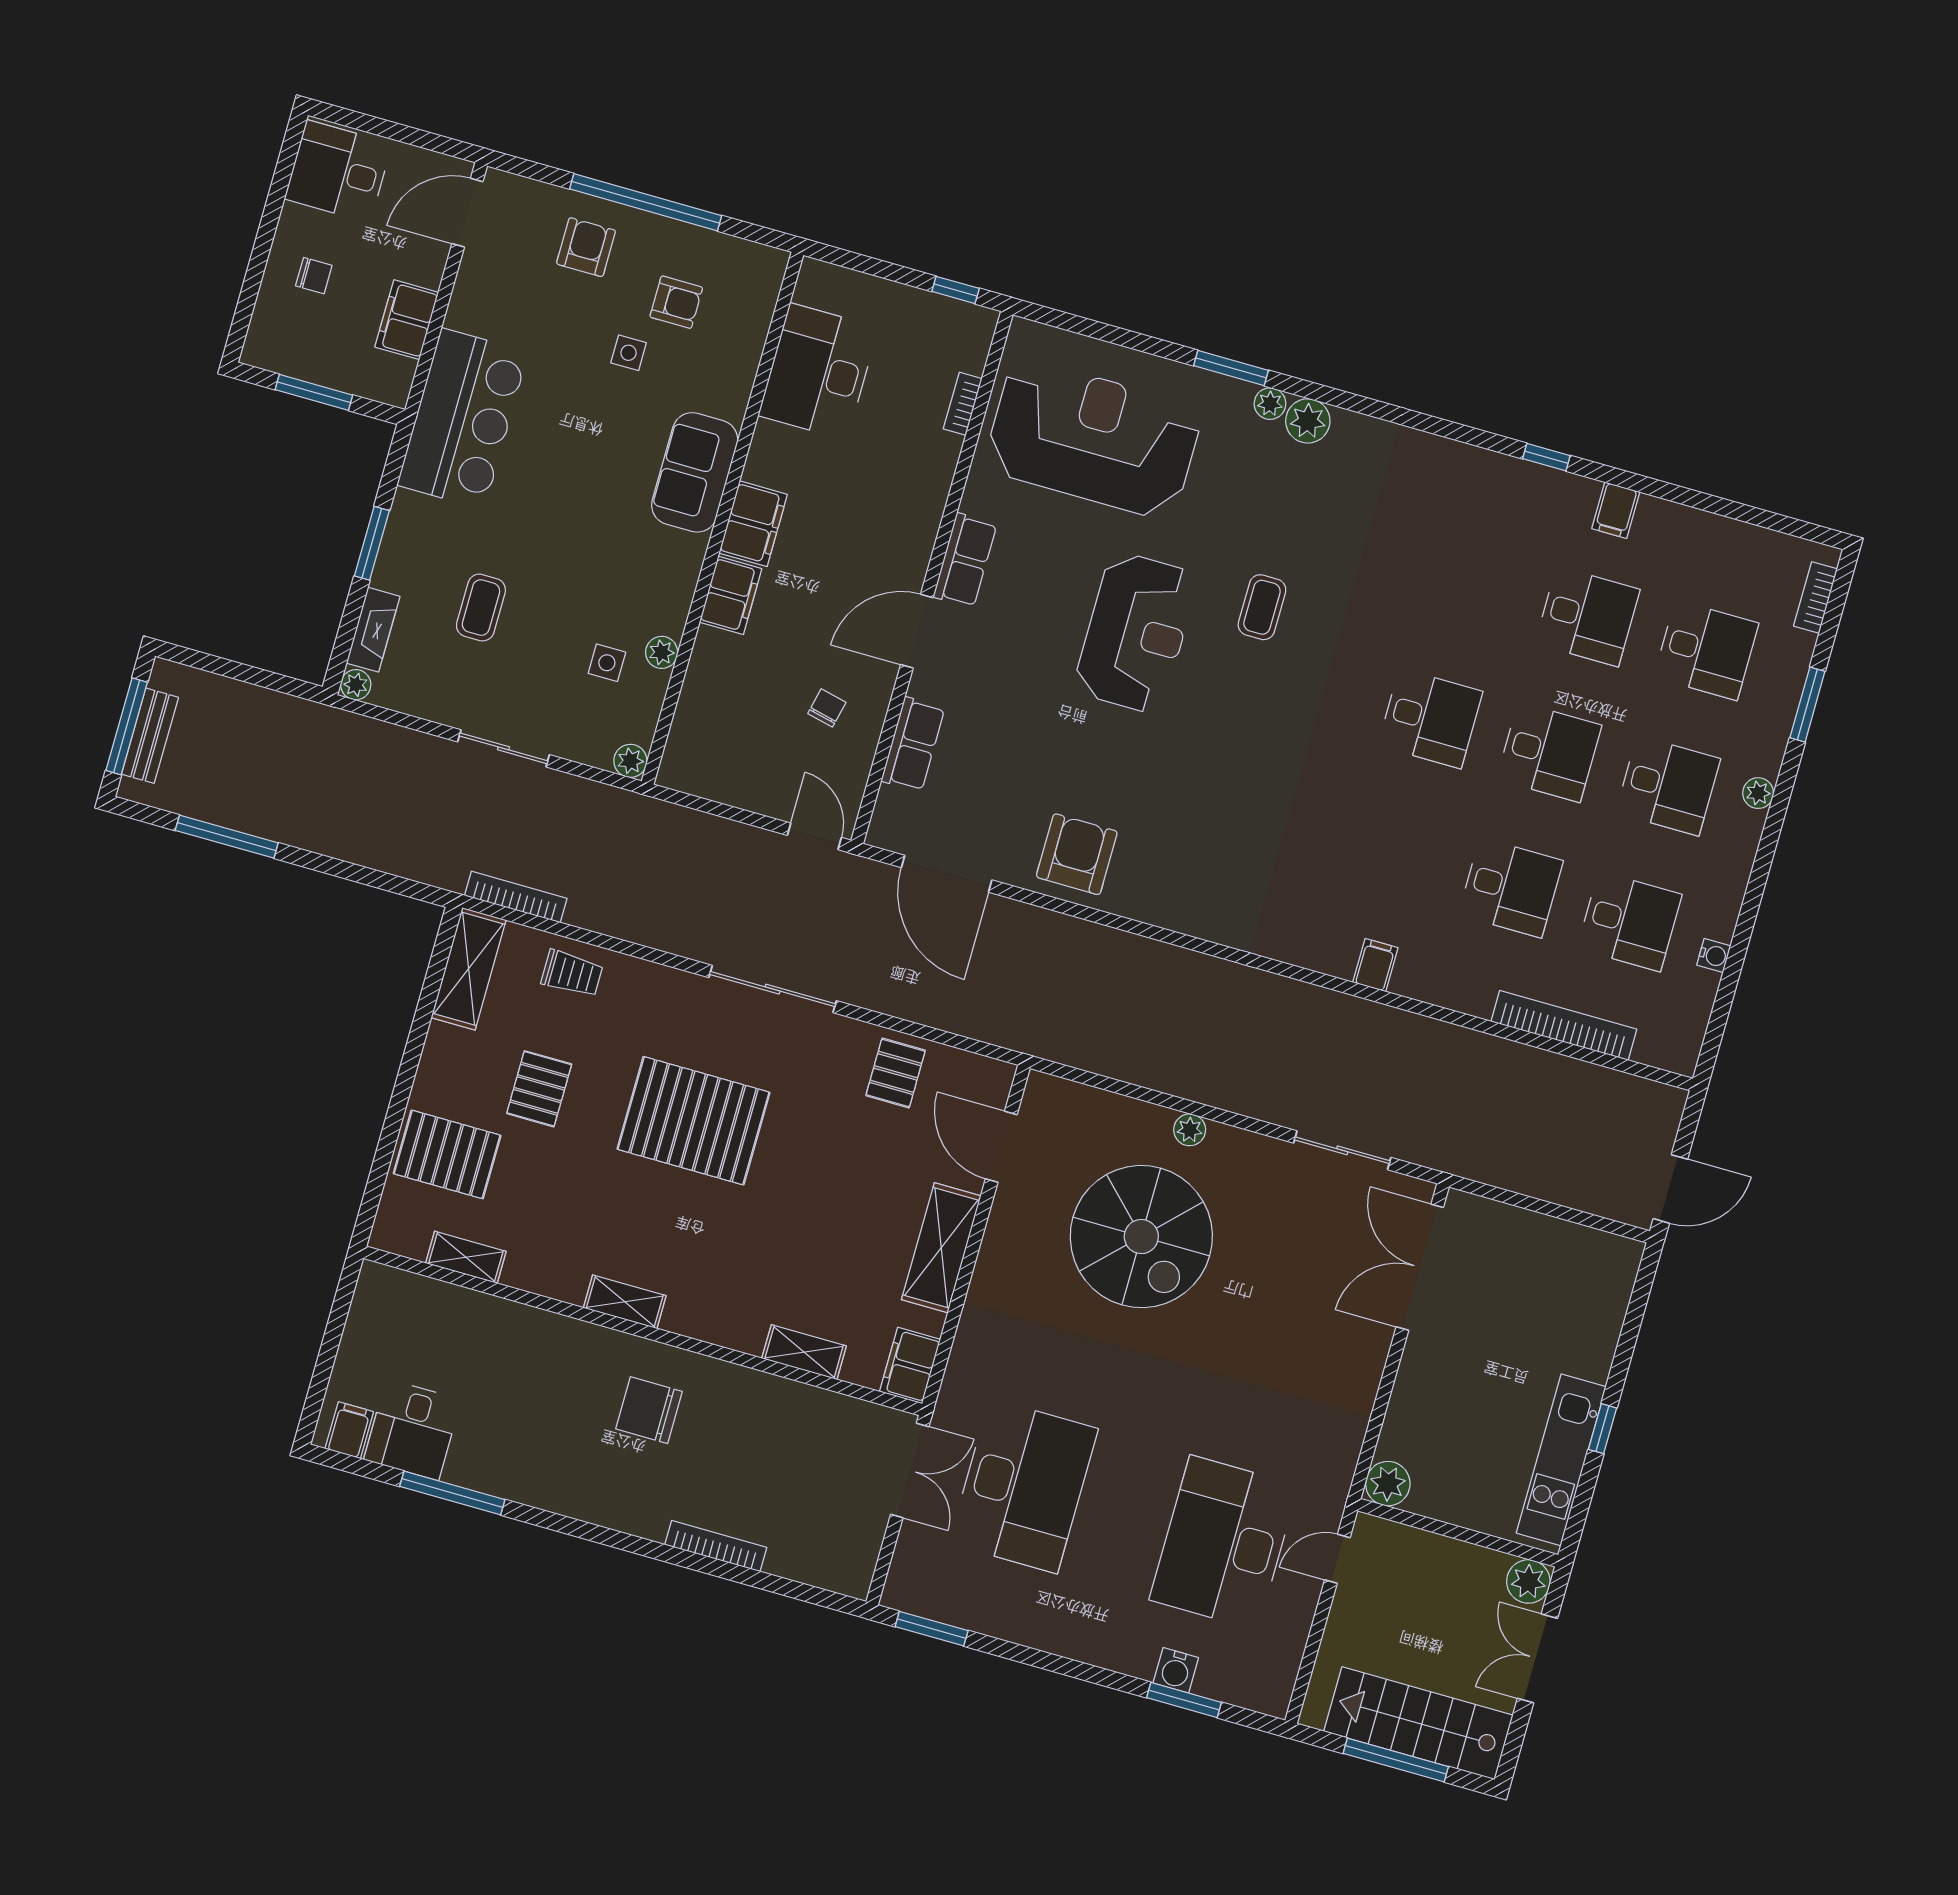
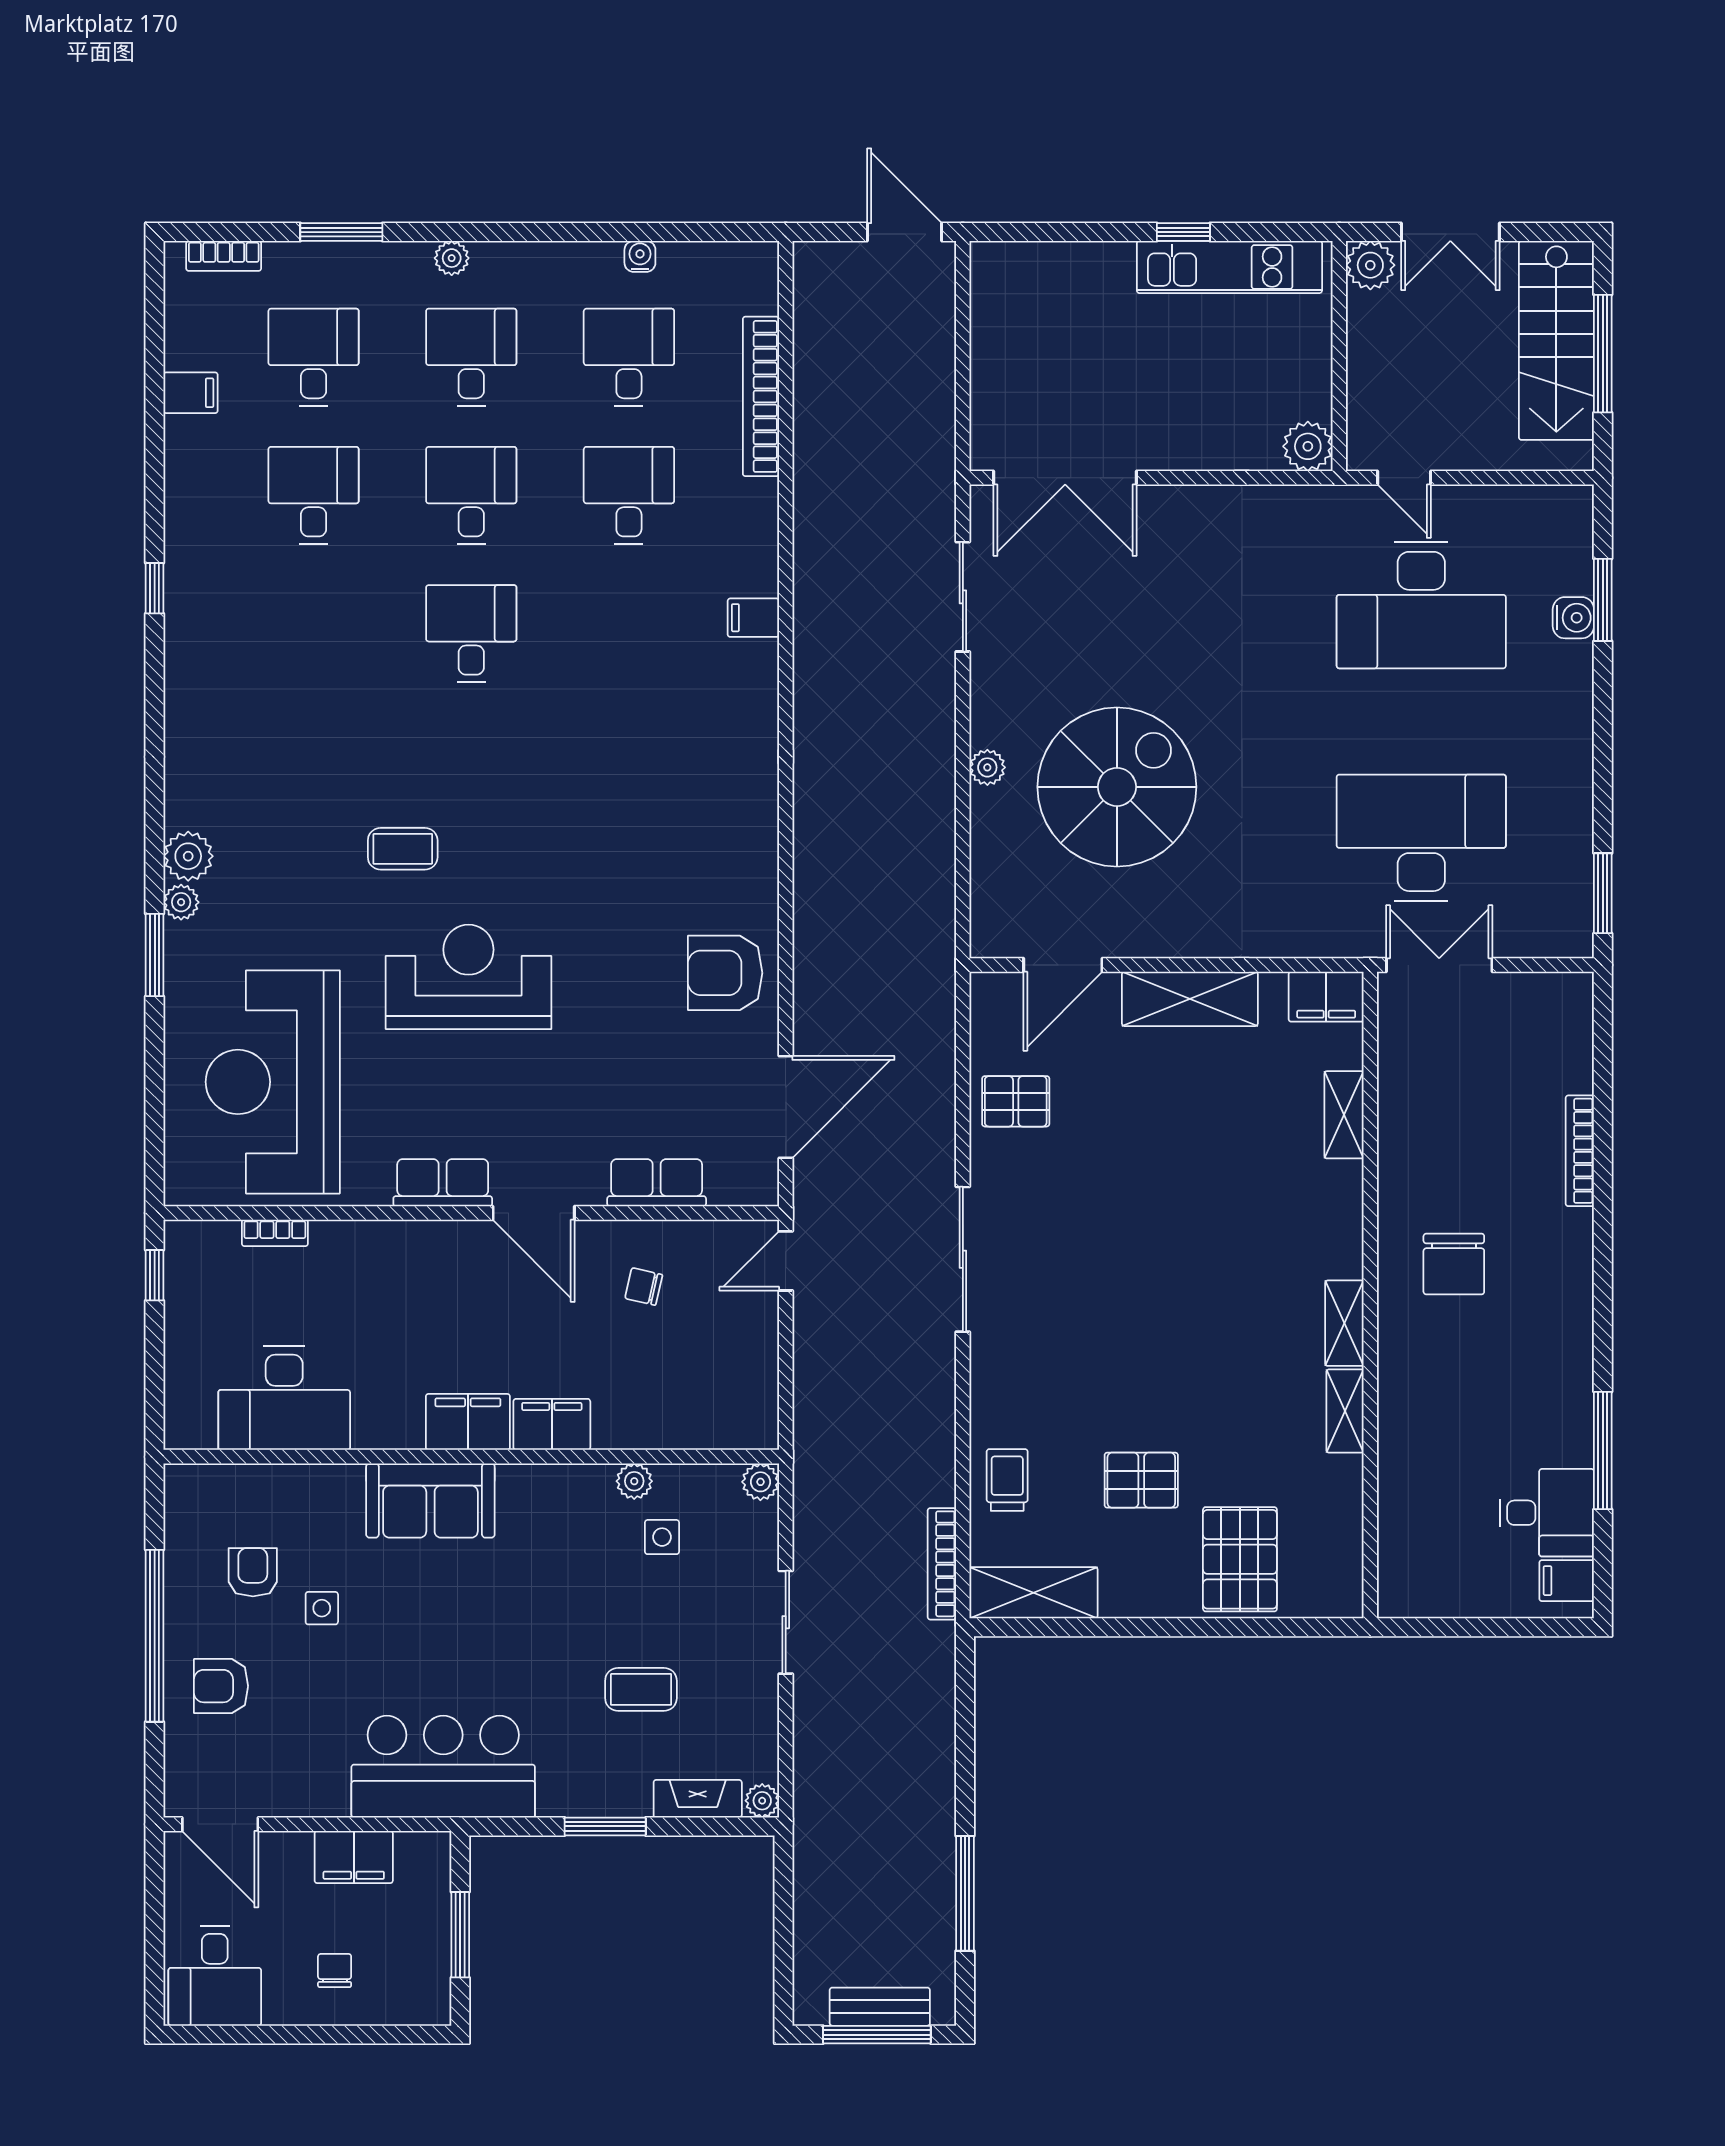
filing cabinet: (1616, 510) -> (191, 393), moved
pallet: (694, 1121) -> (1129, 1304), removed
shelving: (466, 1257) -> (1345, 1411), moved

